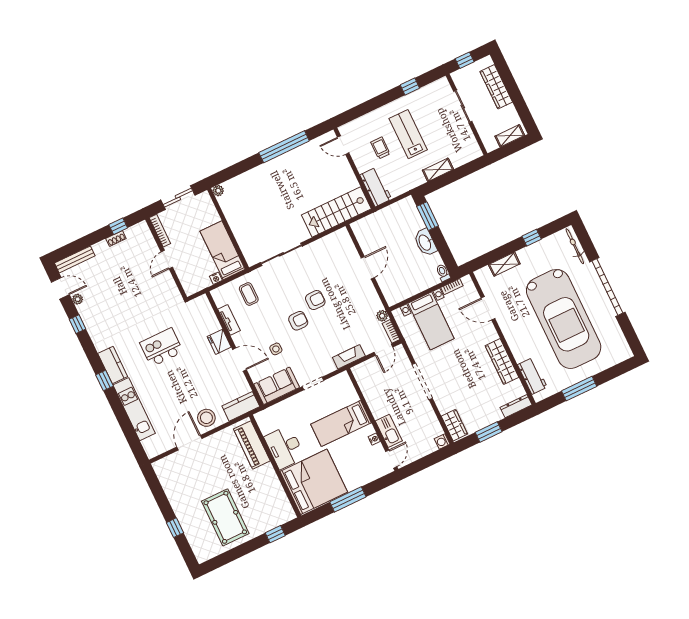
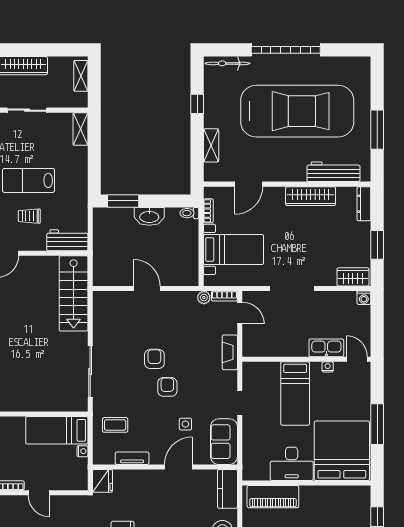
shelving: (438, 170) -> (80, 129), moved
fridge: (219, 342) -> (102, 481), moved, turned -90
workbench: (532, 376) -> (333, 172), width x1.38

